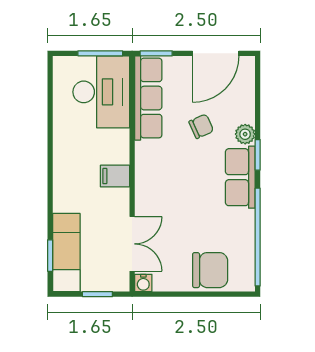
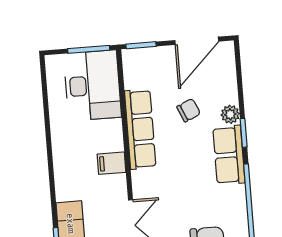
row of seats: (148, 98) -> (140, 129), moved

